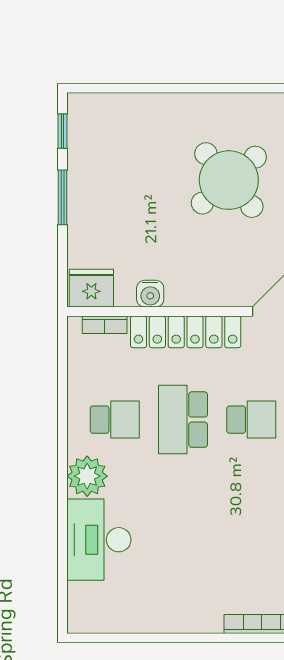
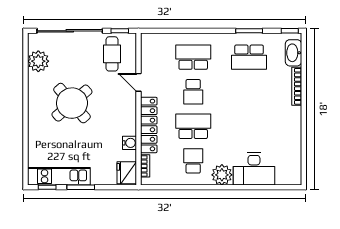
kitchen unit: (84, 154) -> (59, 176), added
school desk: (183, 420) -> (193, 126), turned 180
school desk: (251, 420) -> (193, 92), turned 180

